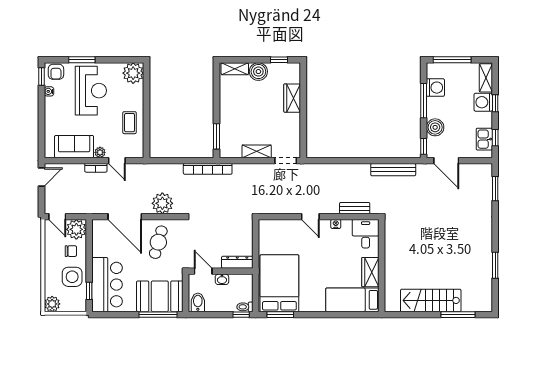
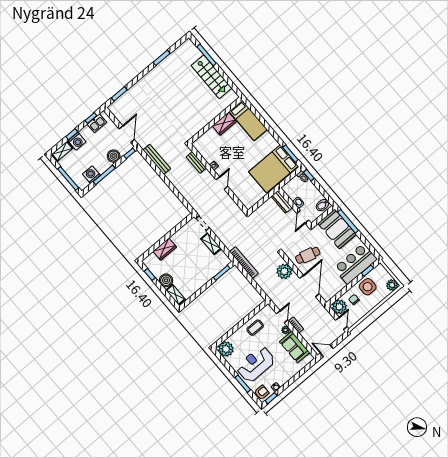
desk: (366, 234) -> (205, 144), removed

